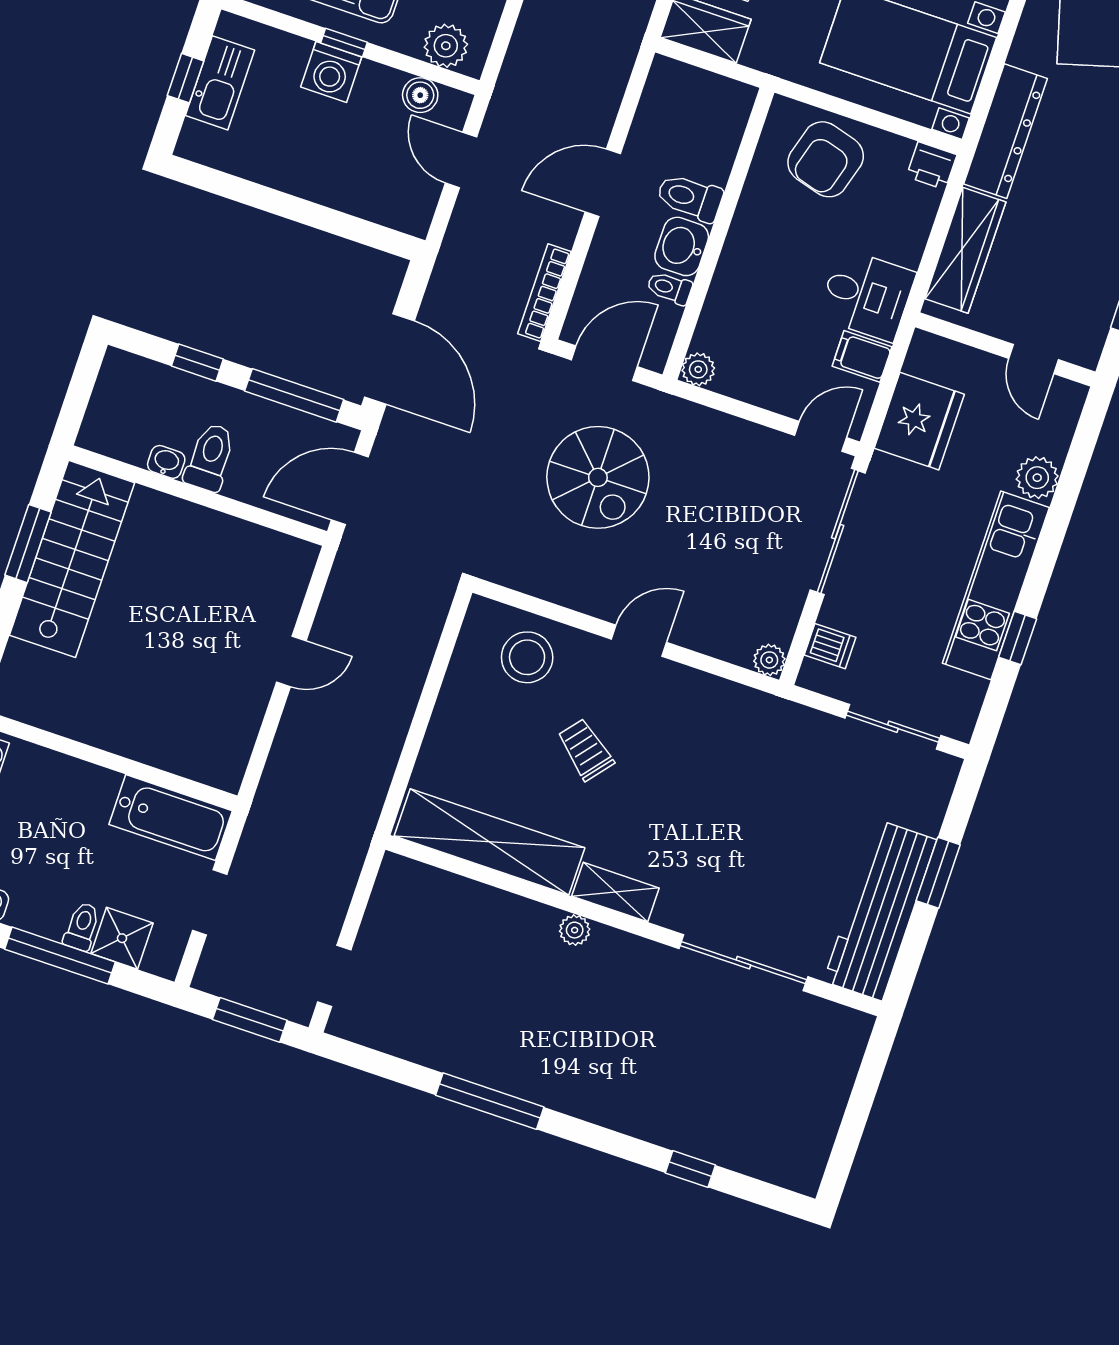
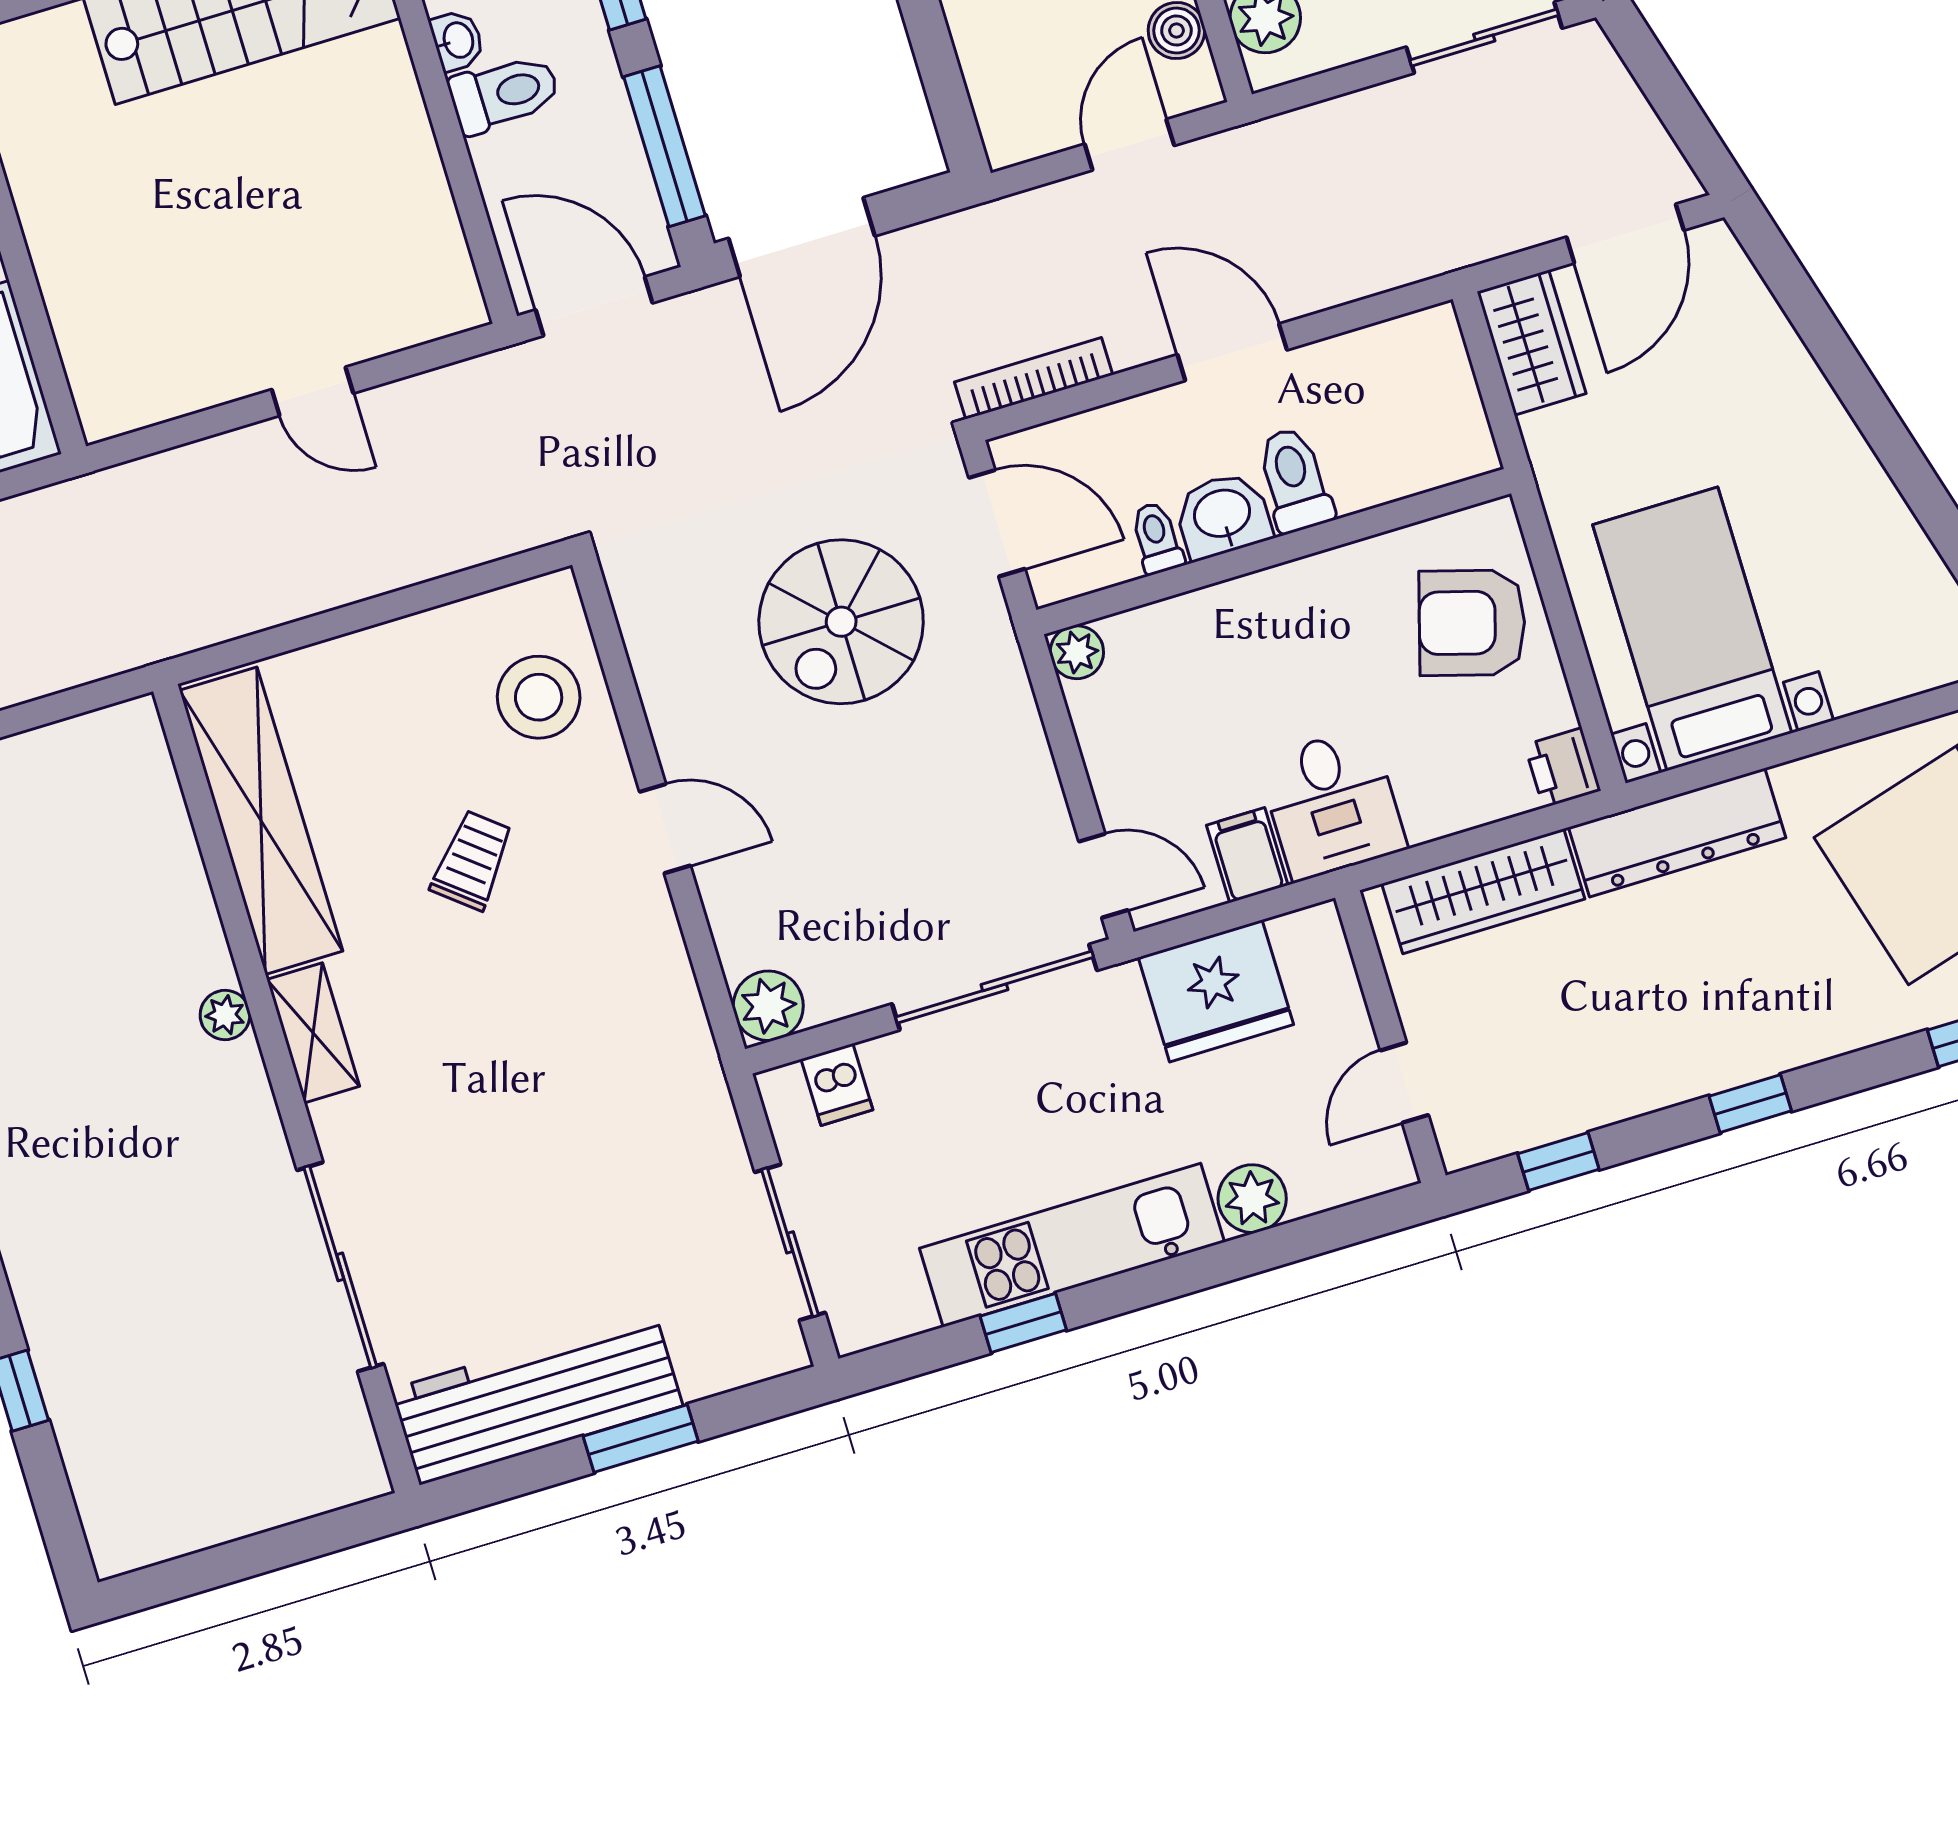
plant: (769, 660) -> (768, 1006), width x1.38, depth x1.38

